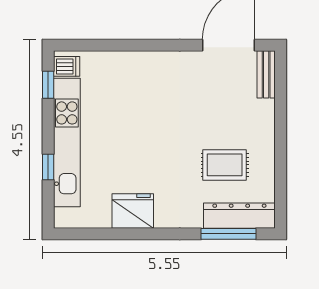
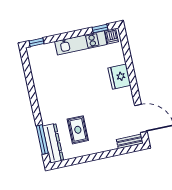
kitchen unit: (67, 143) -> (81, 43), width x0.73
window: (48, 167) -> (36, 42), moved
fridge: (133, 211) -> (119, 77), moved, turned 180

